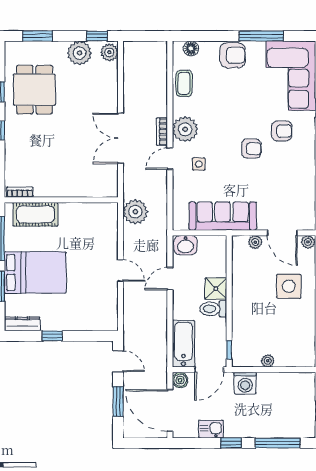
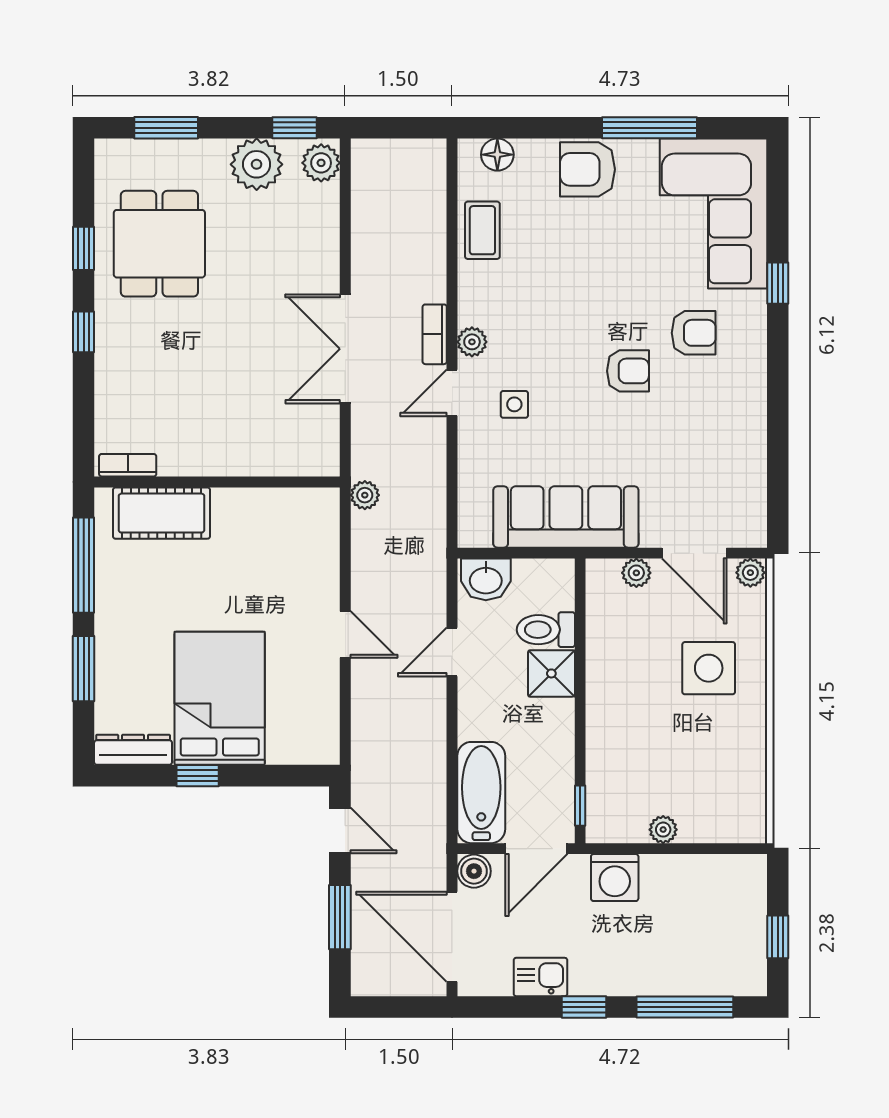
armchair: (233, 55) -> (587, 169), turned 180
plant: (185, 129) -> (472, 342), width x0.53, depth x0.53
plant: (135, 212) -> (365, 495), width x0.53, depth x0.53
bed: (35, 273) -> (220, 698), moved, turned -90
toilet: (213, 309) -> (546, 630), moved

